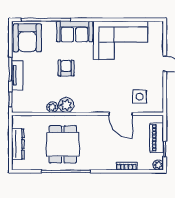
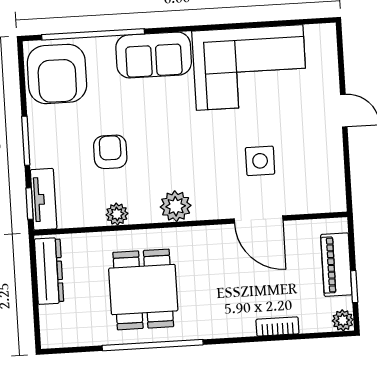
armchair: (66, 68) -> (110, 152), moved
tv unit: (17, 75) -> (44, 199), moved
side table: (140, 97) -> (260, 161), moved
plant: (66, 105) -> (176, 206), moved
dresser: (18, 144) -> (49, 271), moved

